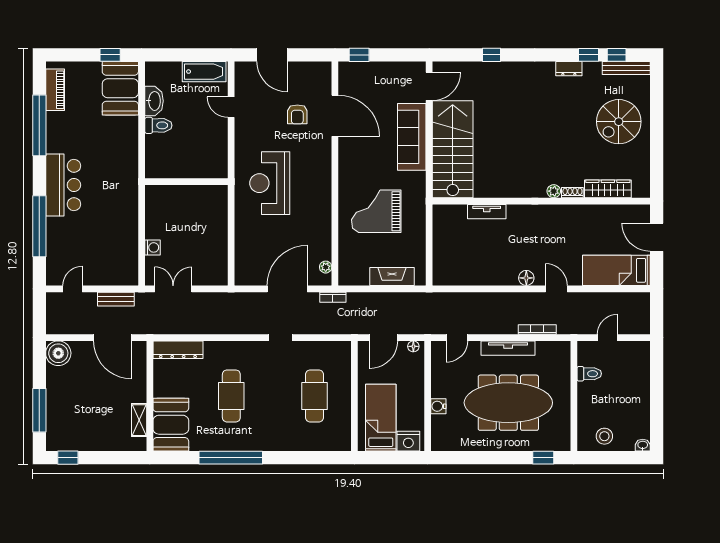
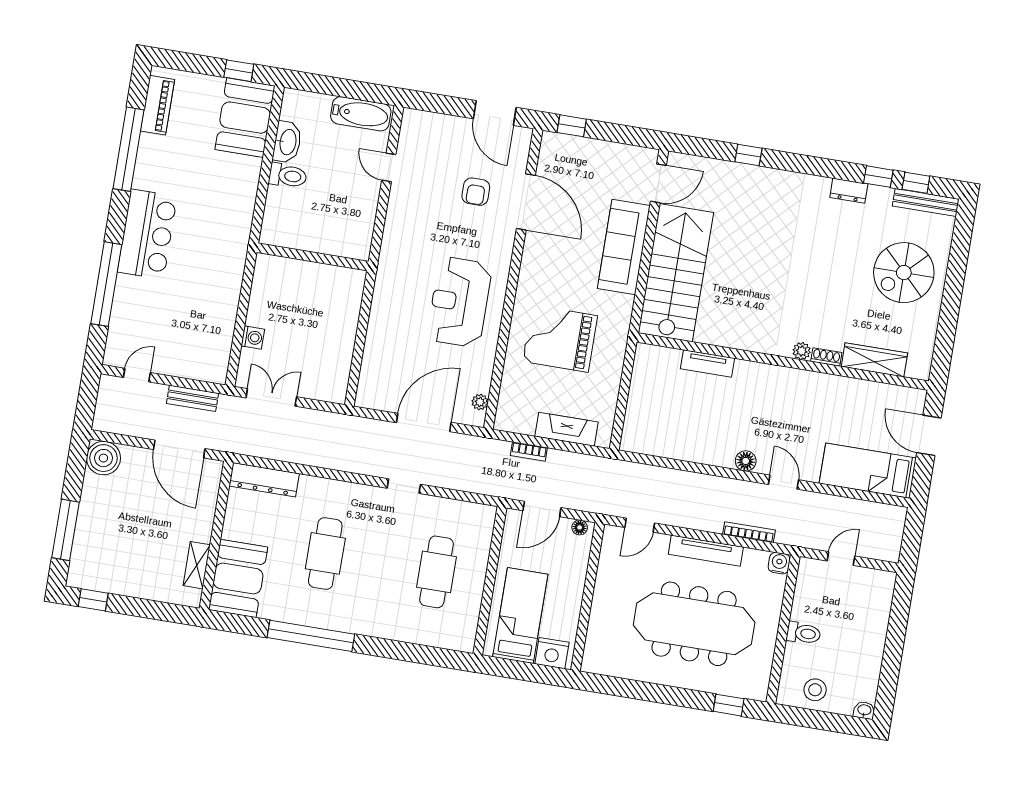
door: (272, 55) -> (495, 113), moved
reception desk: (270, 183) -> (459, 302), moved
bookcase: (333, 297) -> (529, 452), moved
toilet: (589, 374) -> (804, 633), moved
water cooler: (438, 406) -> (779, 563), moved, turned 90

